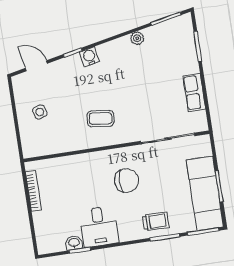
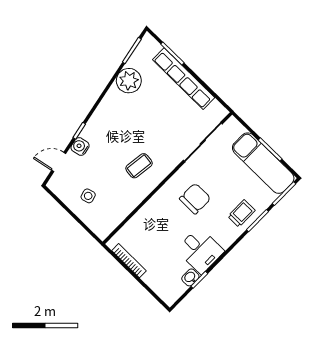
plant: (137, 38) -> (129, 81), width x1.88, depth x1.88
water cooler: (89, 57) -> (80, 147), moved
row of seats: (194, 92) -> (184, 79), width x2.02

